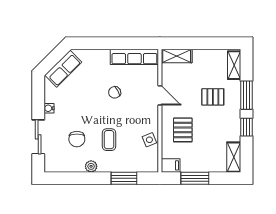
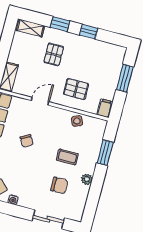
window: (247, 95) -> (60, 24), width x0.67
water cooler: (49, 108) -> (13, 200), moved
shelving: (234, 157) -> (112, 50), removed
window: (195, 178) -> (125, 78), moved

